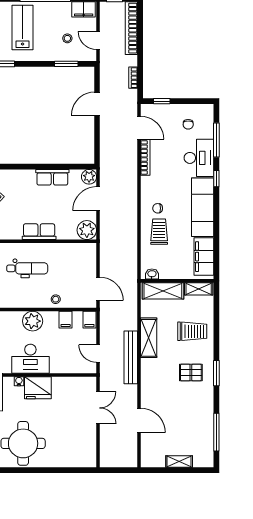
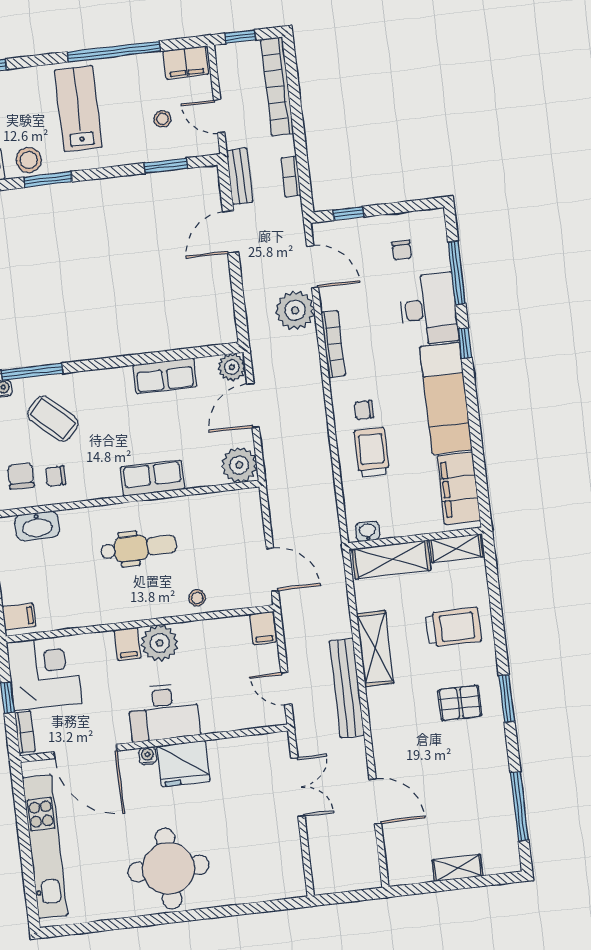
bench: (105, 74) -> (240, 176), added
plant: (127, 150) -> (295, 310), added
bookcase: (145, 157) -> (333, 344), moved
filing cabinet: (66, 320) -> (128, 644), moved

